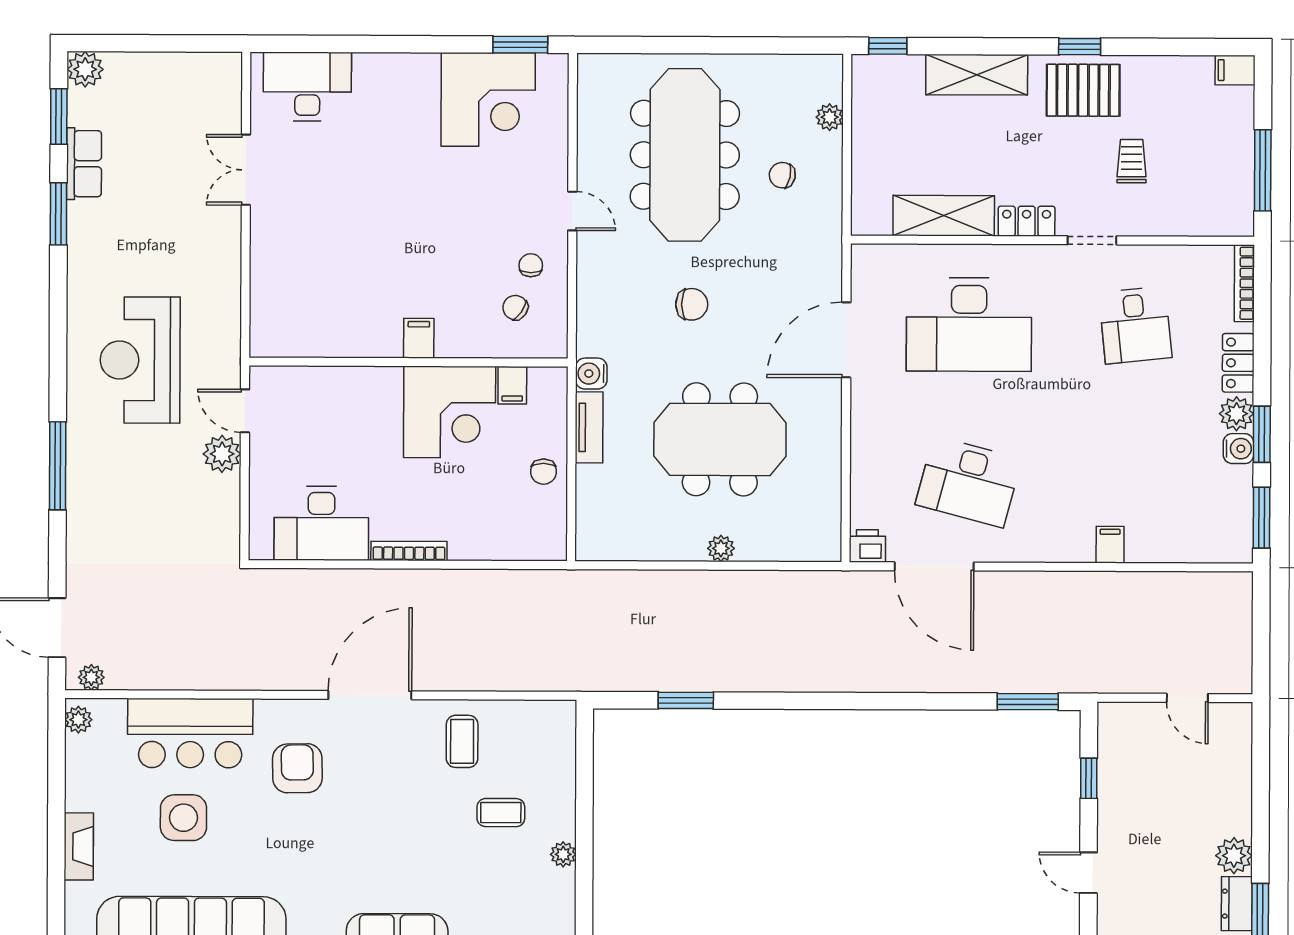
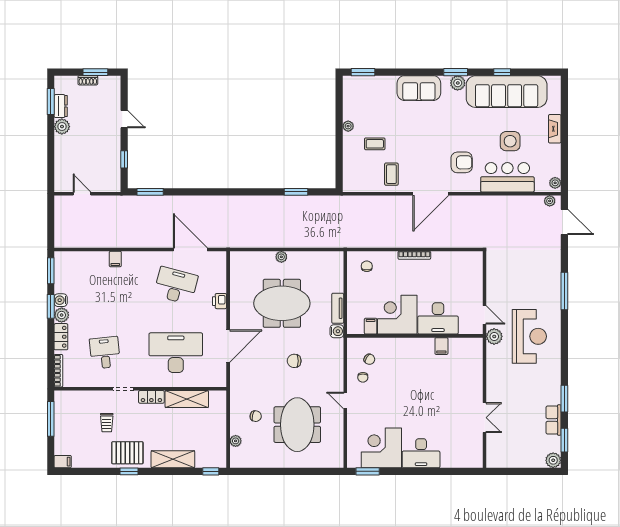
desk: (307, 86) -> (421, 453), moved
meeting table: (685, 155) -> (297, 425), width x0.73
filing cabinet: (419, 338) -> (441, 346), moved
plant: (222, 454) -> (494, 336), moved
chair: (544, 472) -> (367, 266), moved
desk: (321, 523) -> (438, 318), moved, turned 180
printer: (867, 546) -> (220, 301), moved, turned 90
armchair: (297, 768) -> (462, 162), turned -90

